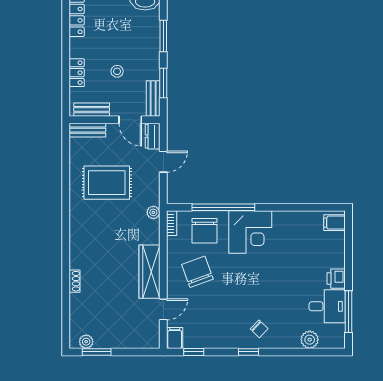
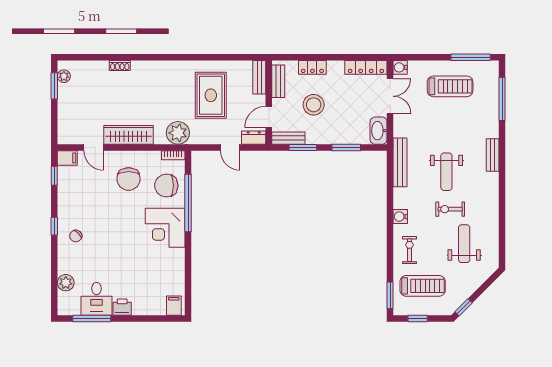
stool: (117, 71) -> (314, 105), width x1.89, depth x1.89
plant: (153, 212) -> (178, 133), width x1.88, depth x1.88
chair: (197, 272) -> (129, 179), turned 110

